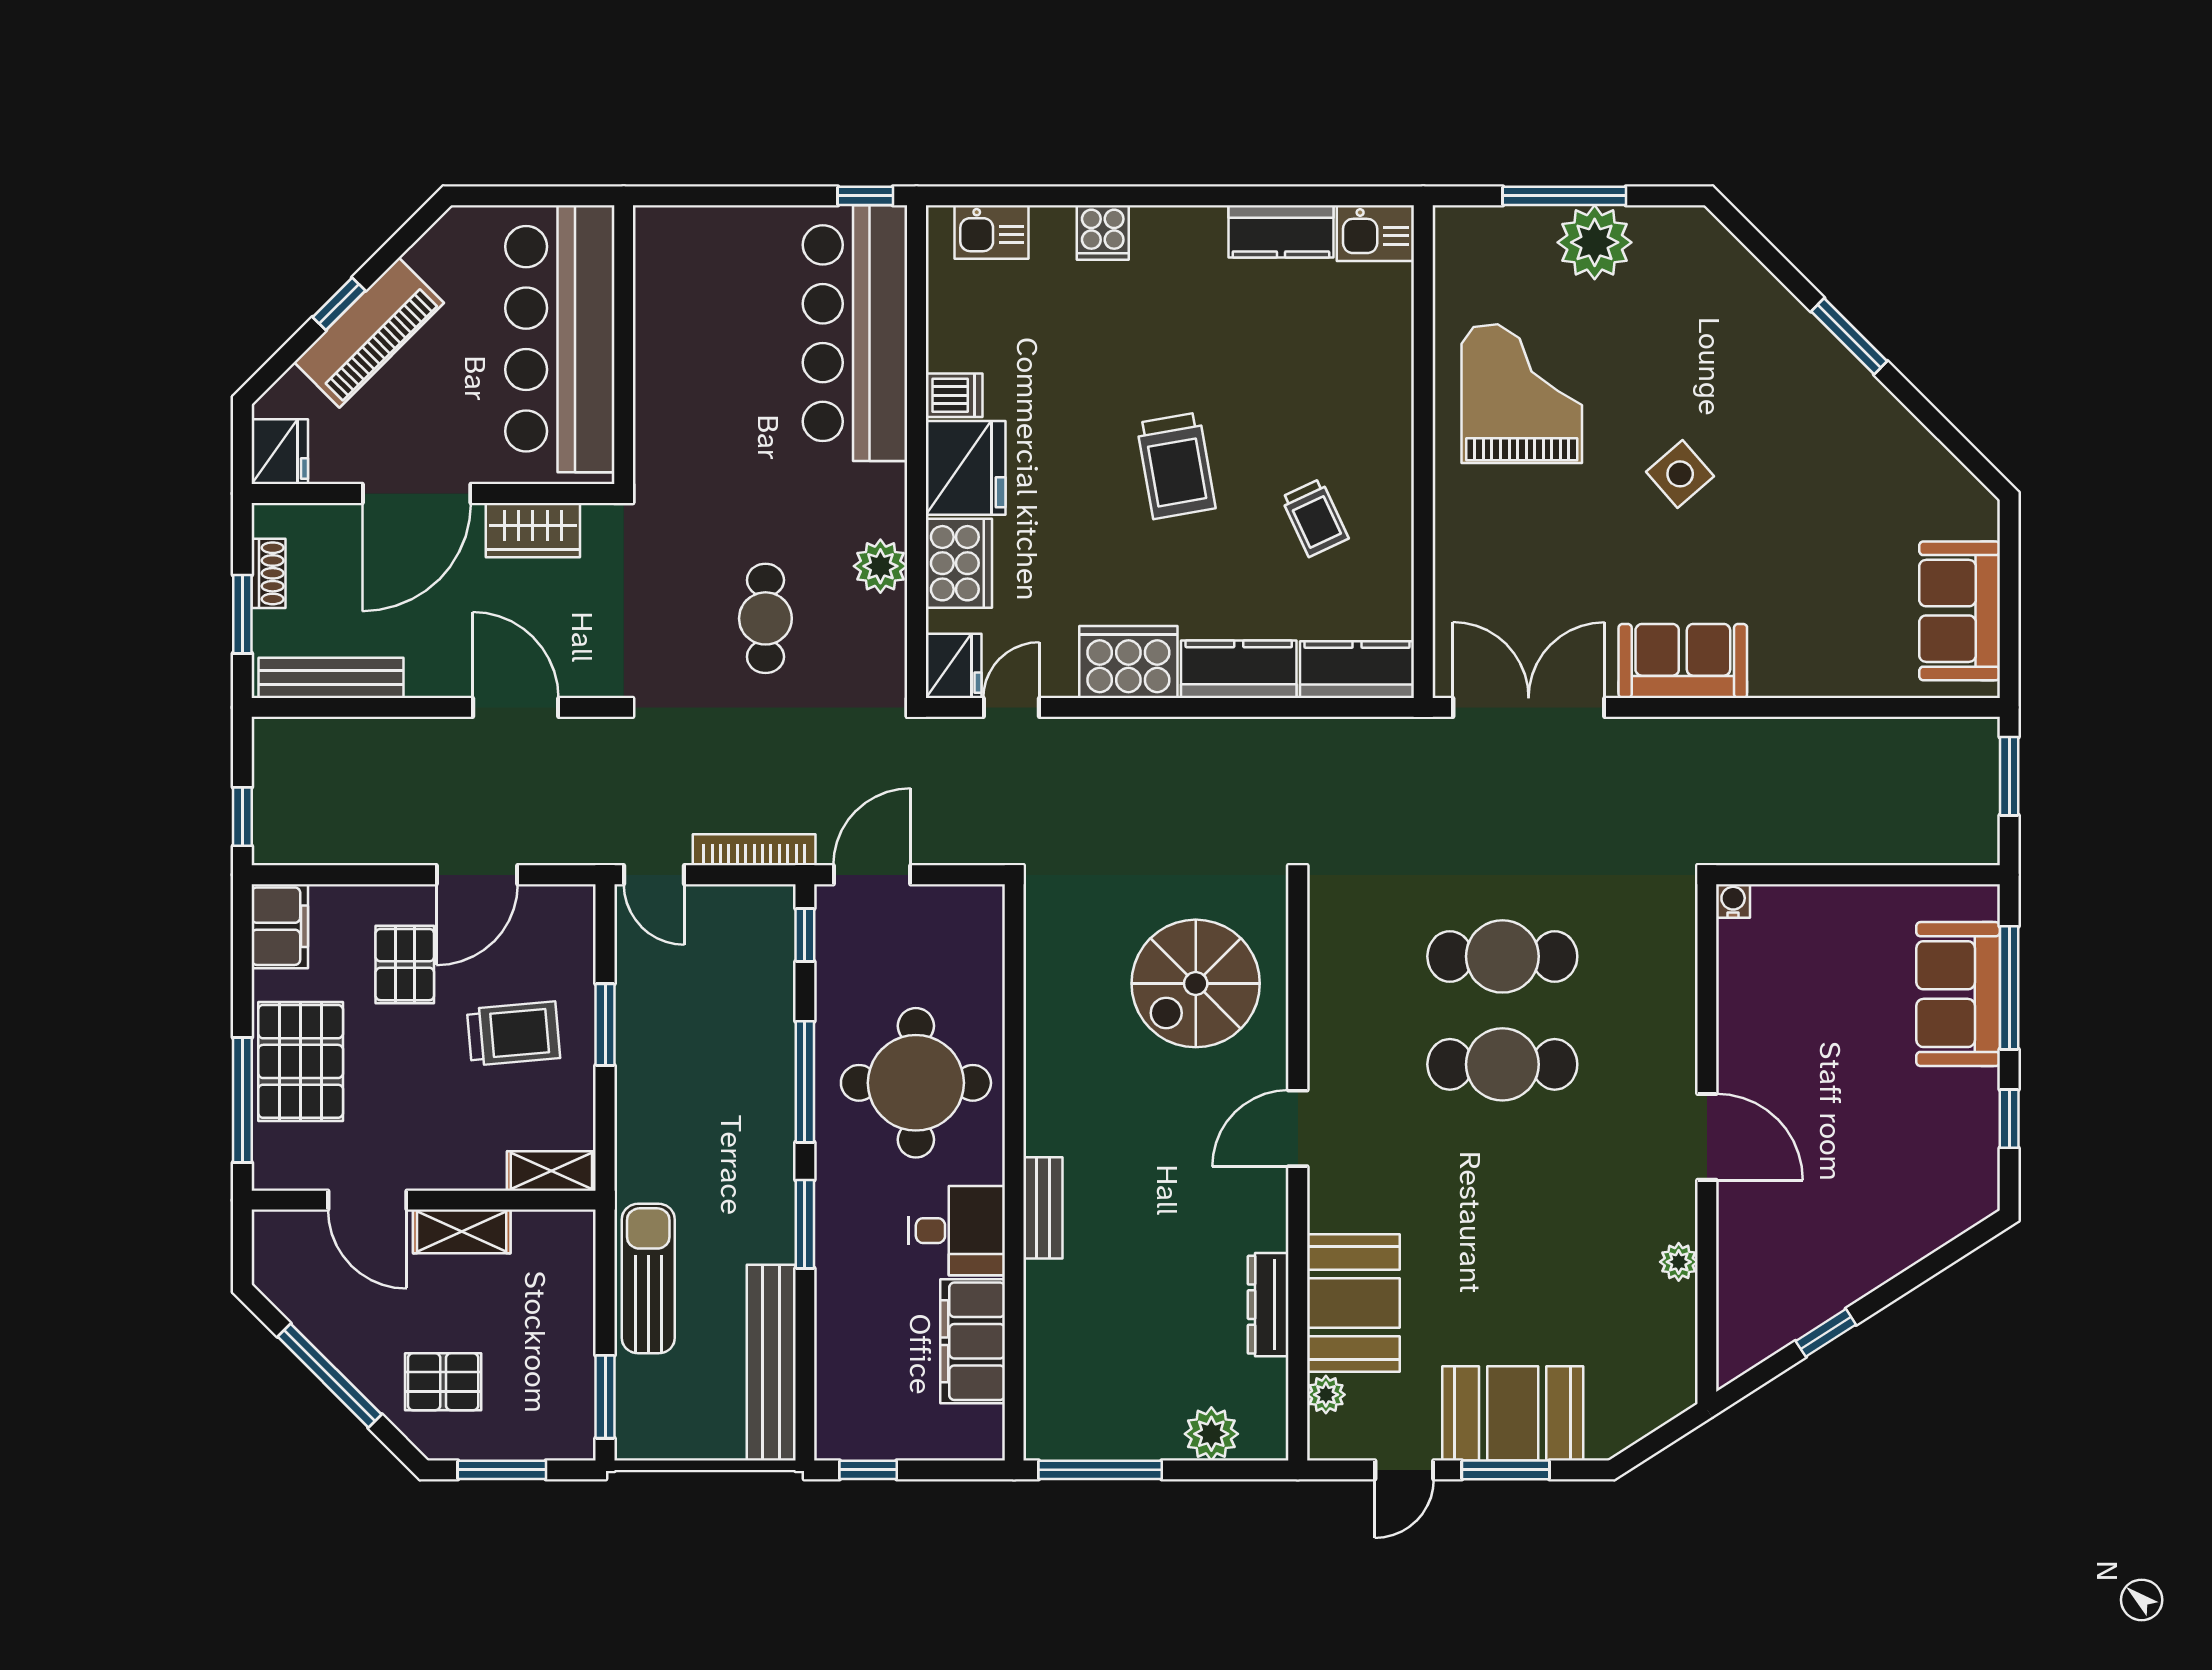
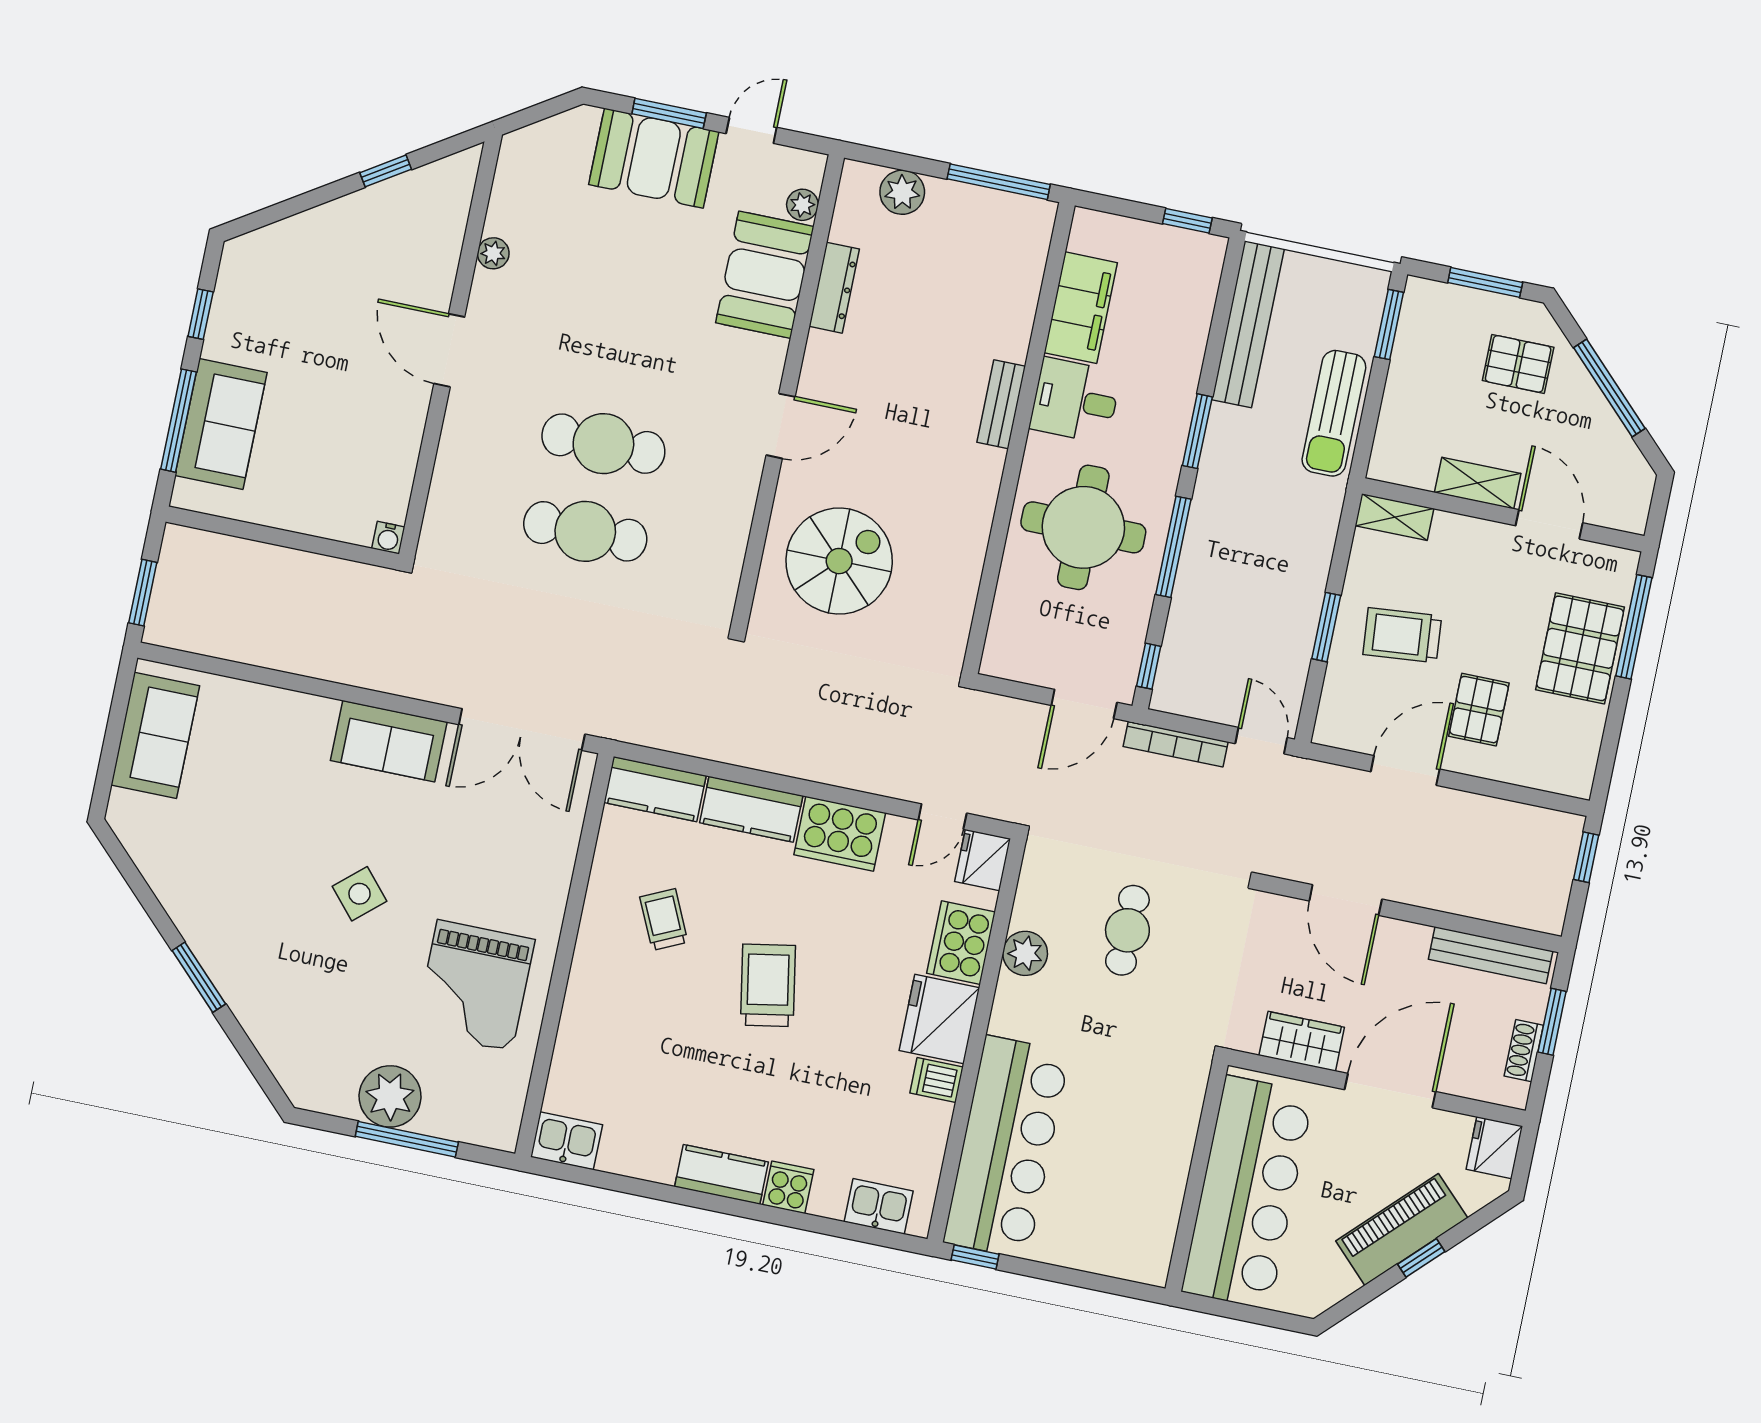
kitchen counter: (1281, 231) -> (722, 1174), moved
filing cabinet: (280, 926) -> (1574, 762), removed

